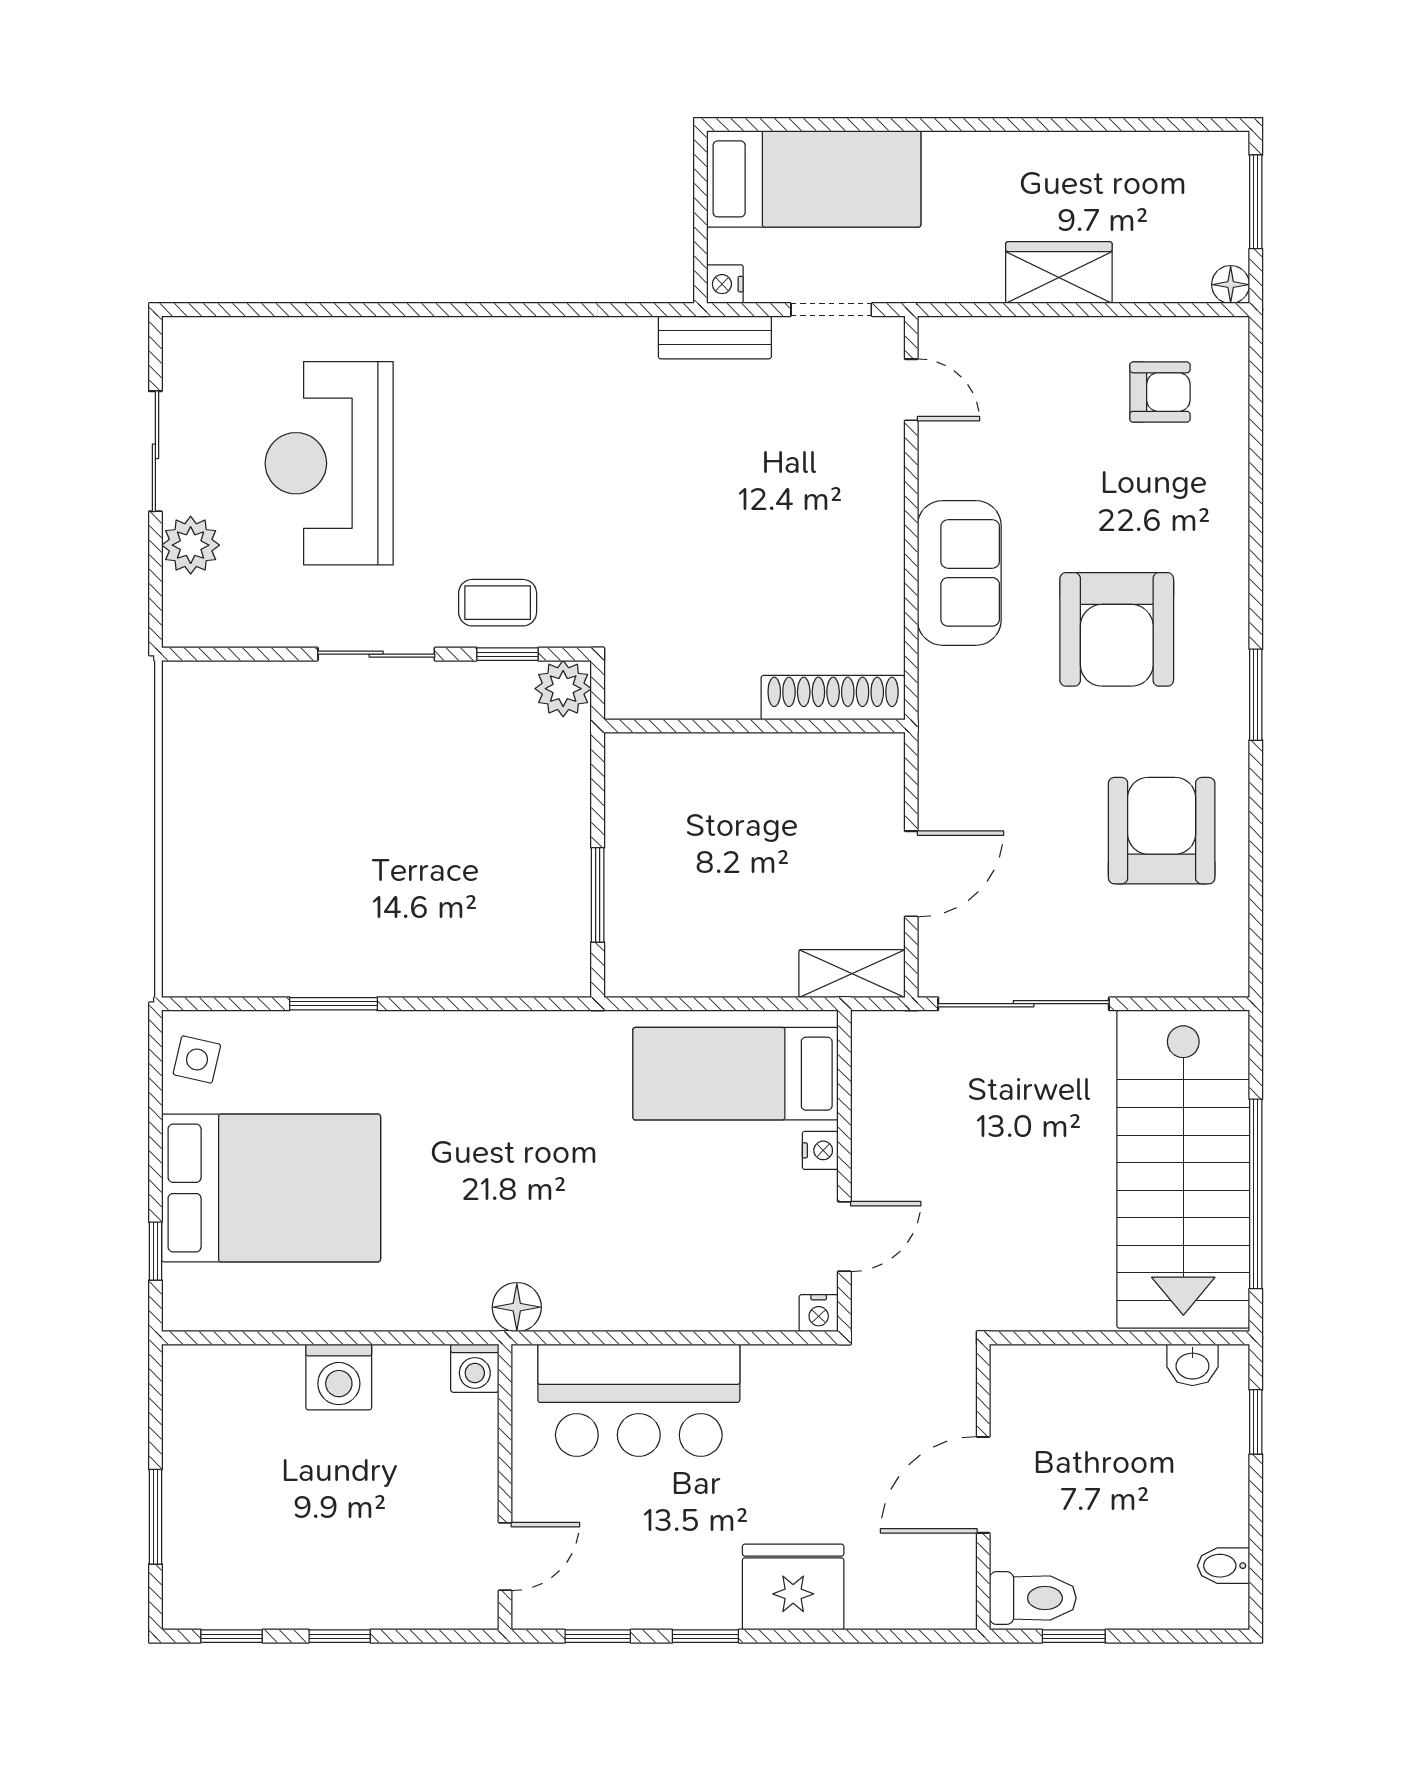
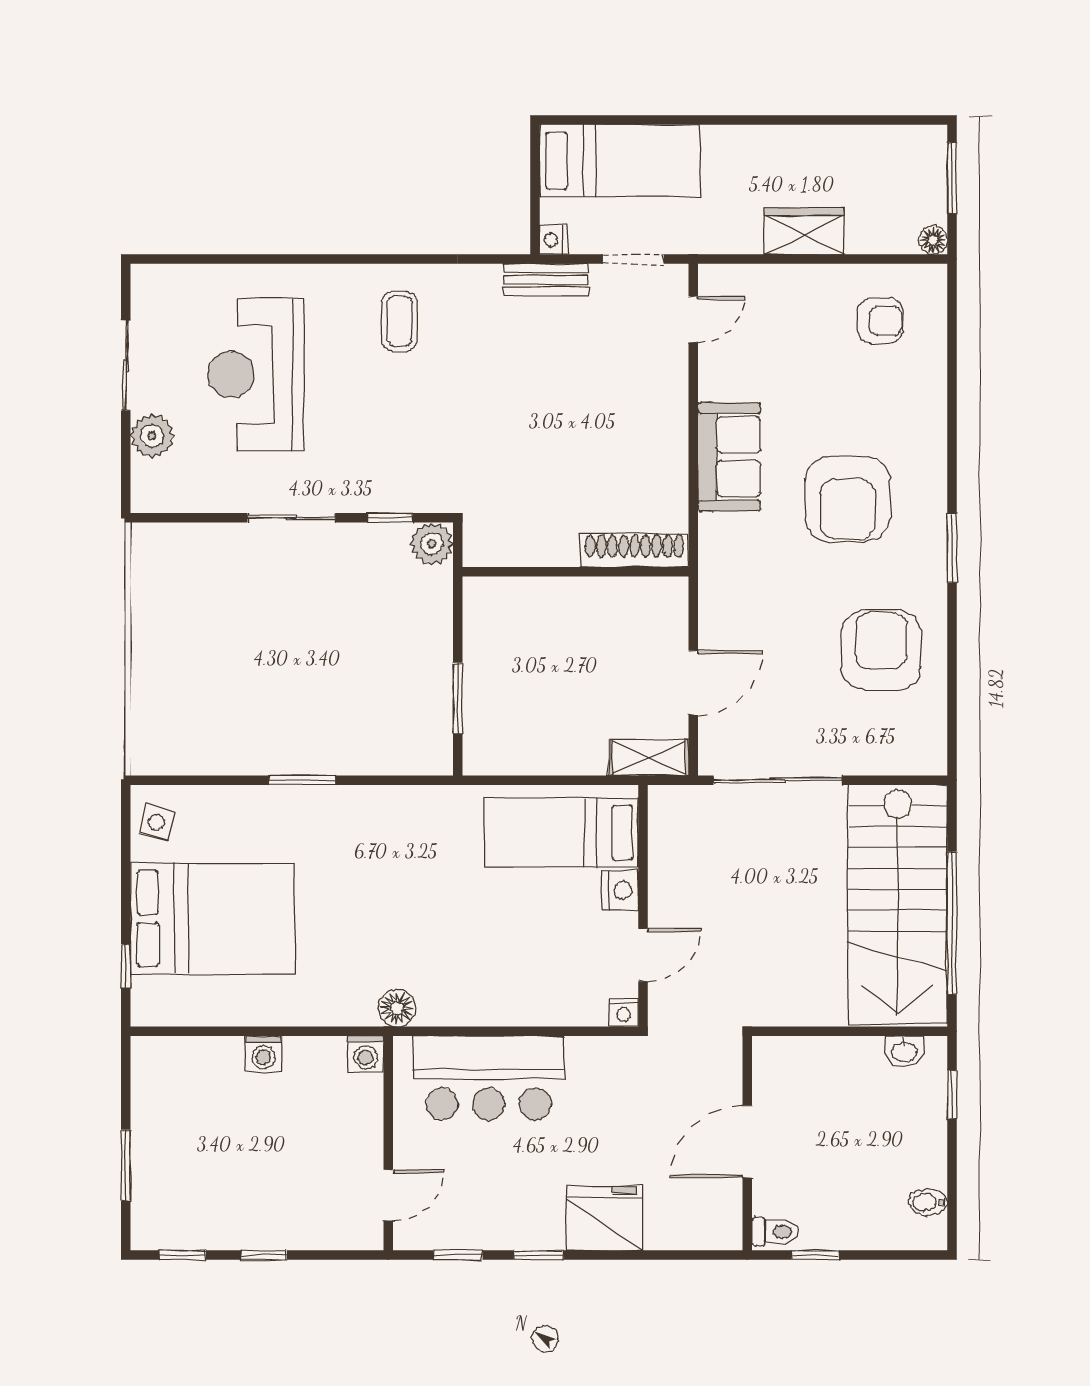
door: (911, 390) -> (693, 319), hinge flipped
coffee table: (498, 603) -> (399, 321), moved, turned 90
window: (333, 1004) -> (302, 780), moved
nightstand: (820, 1150) -> (620, 890), width x1.39, depth x1.35
washing machine: (339, 1377) -> (263, 1054), width x0.73, depth x0.73
toilet: (1033, 1598) -> (775, 1232), width x0.73, depth x0.72

